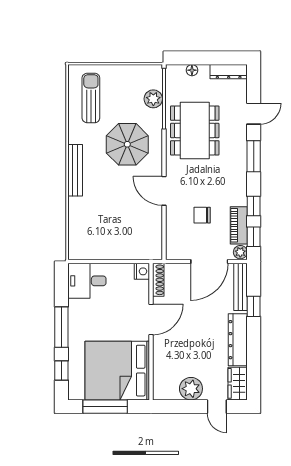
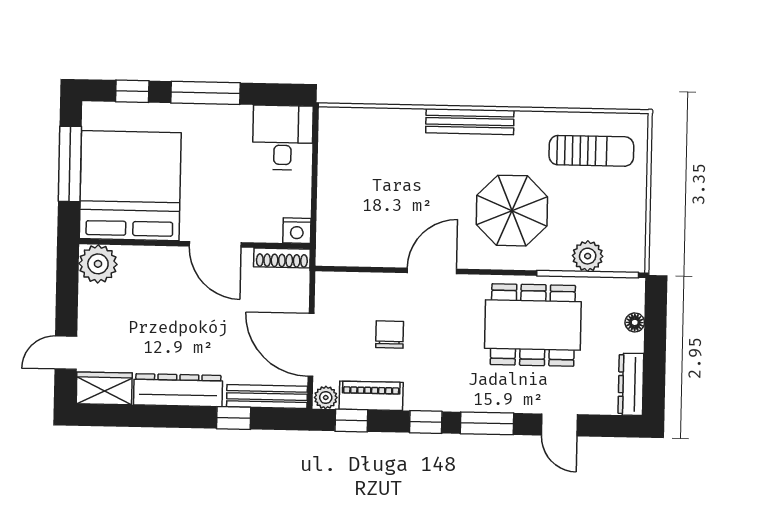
window: (254, 206) -> (426, 422), moved
plant: (191, 389) -> (98, 264), moved

